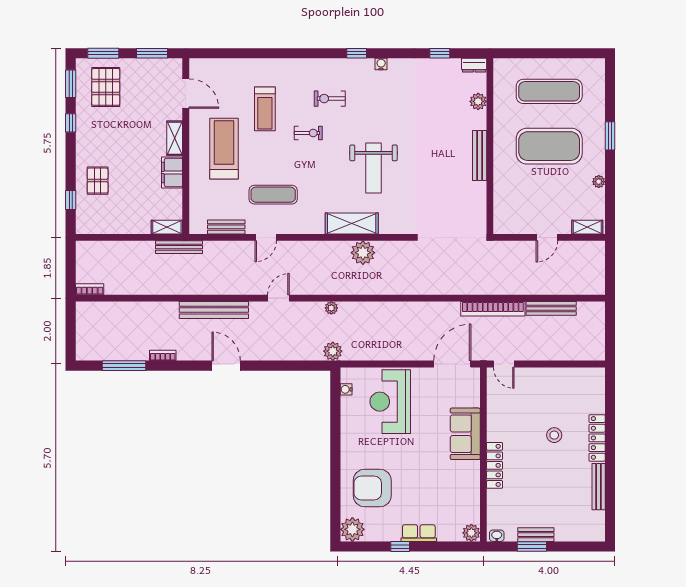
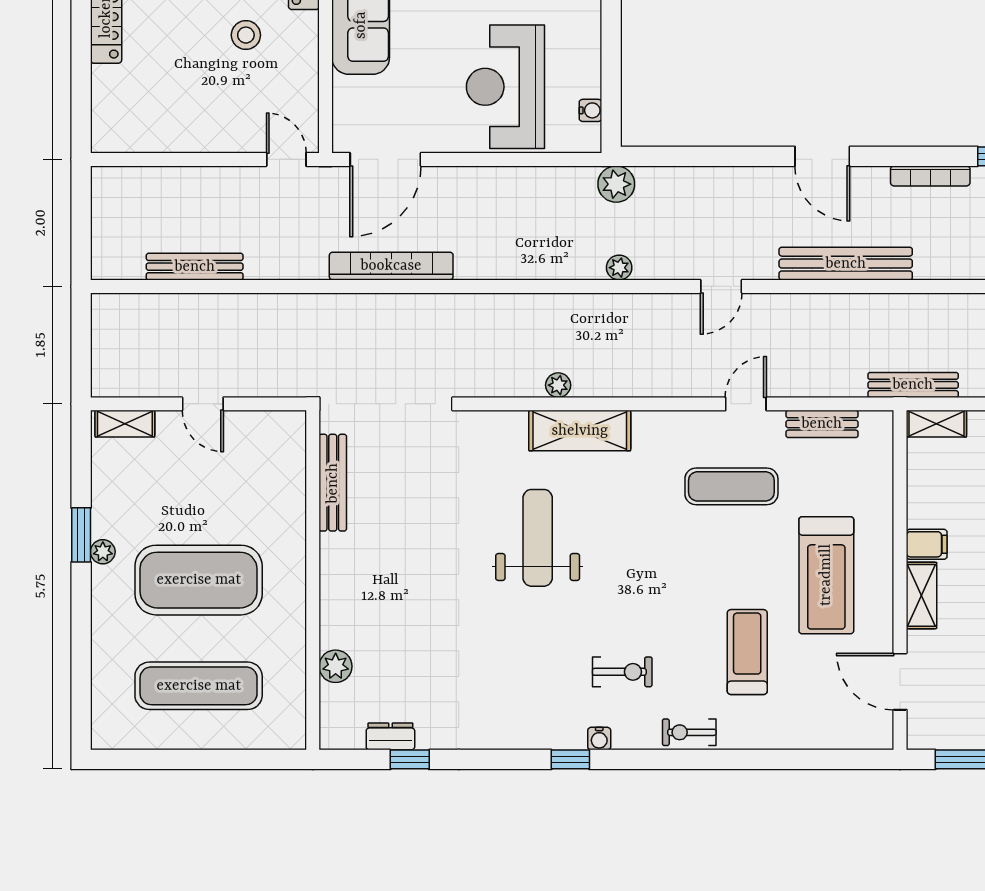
water cooler: (381, 64) -> (599, 739), moved
dresser: (474, 65) -> (390, 736), moved
exercise bike: (308, 133) -> (689, 732), moved
window: (610, 136) -> (81, 535), moved
bench: (480, 155) -> (333, 483), moved
filing cabinet: (172, 173) -> (927, 544), width x0.50
plant: (599, 182) -> (103, 552), moved
door: (547, 237) -> (203, 404), swing flipped
plant: (363, 253) -> (558, 385), width x0.53, depth x0.53
bookcase: (493, 309) -> (391, 266), moved
bookcase: (163, 355) -> (930, 176), width x1.56
reception desk: (390, 402) -> (505, 87), turned 180
stool: (554, 435) -> (246, 35), moved

